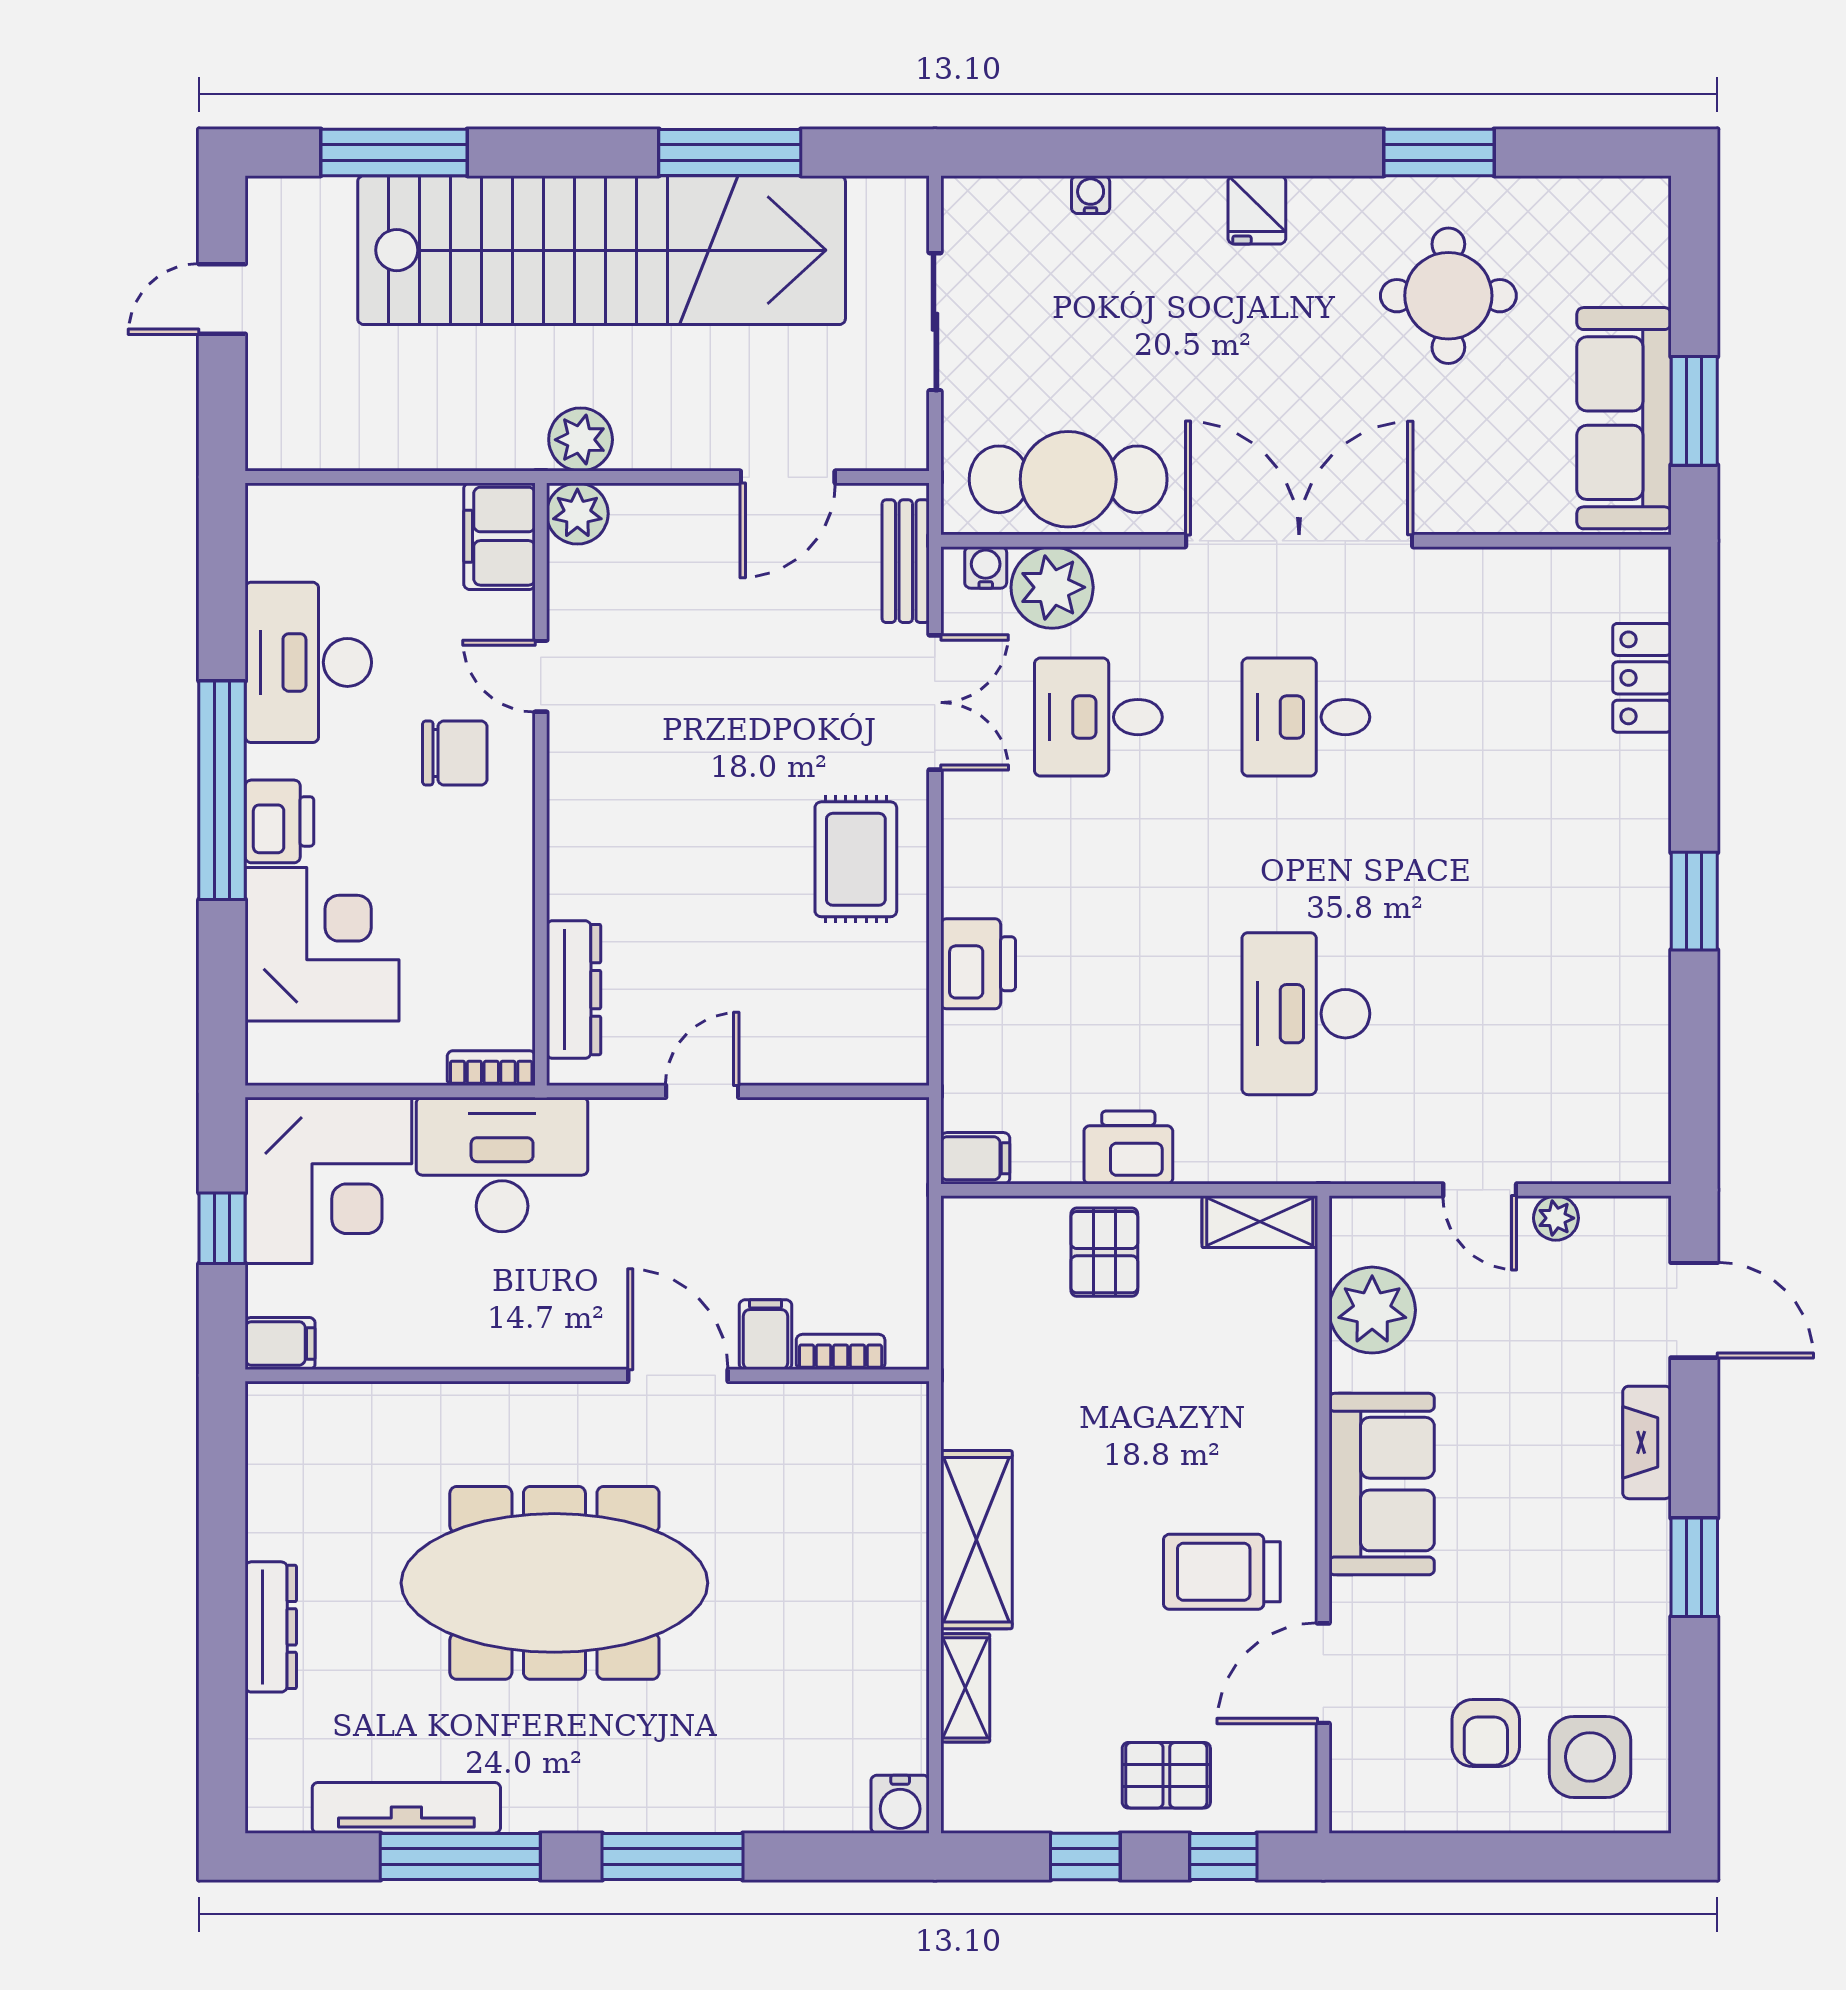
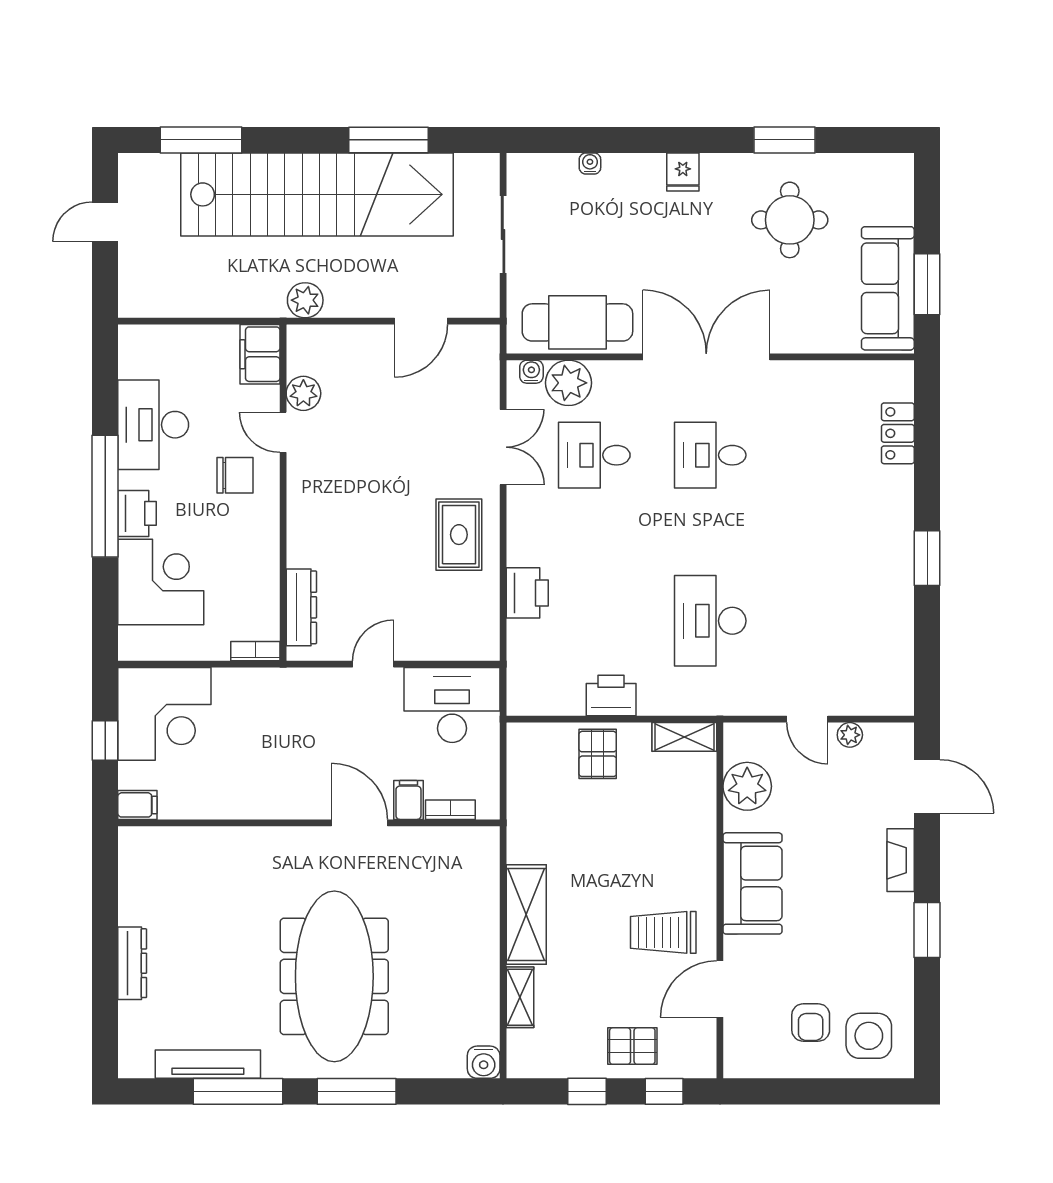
plant: (577, 514) -> (303, 393), moved
bench: (906, 561) -> (487, 368), removed
filing cabinet: (975, 1158) -> (526, 702), removed
desk: (502, 1165) -> (452, 705), moved
meeting table: (554, 1583) -> (334, 976), moved, turned 90

